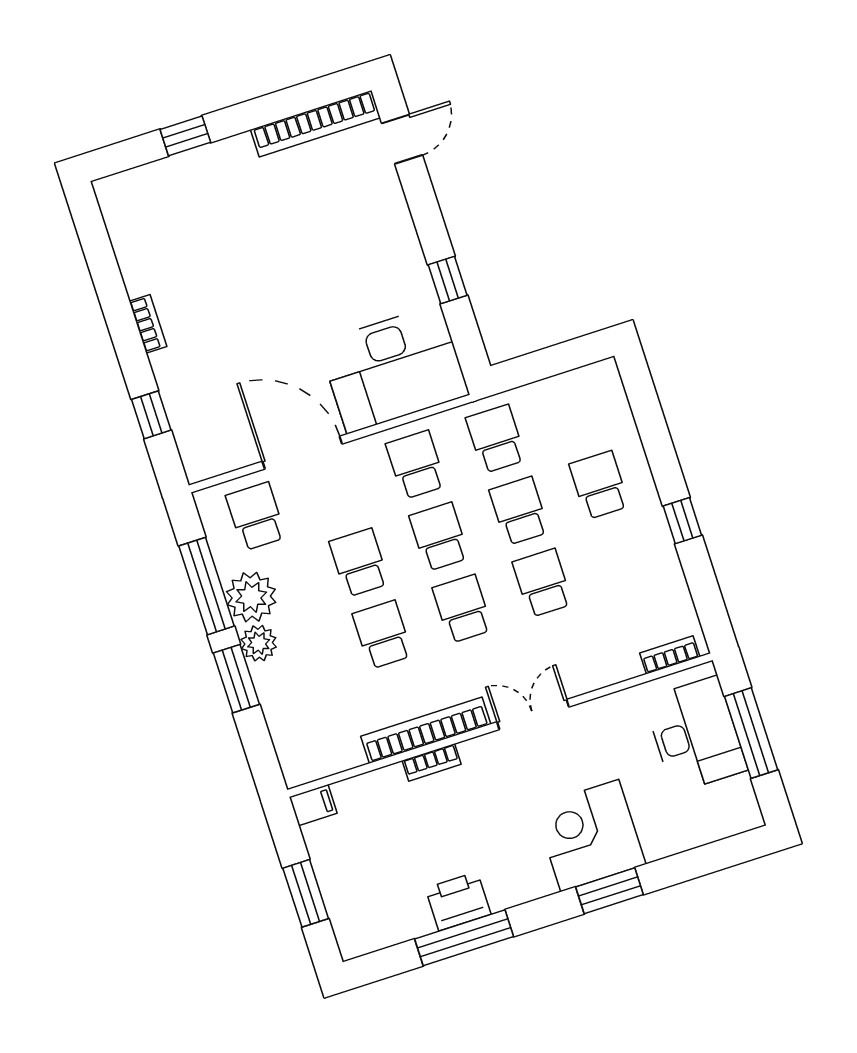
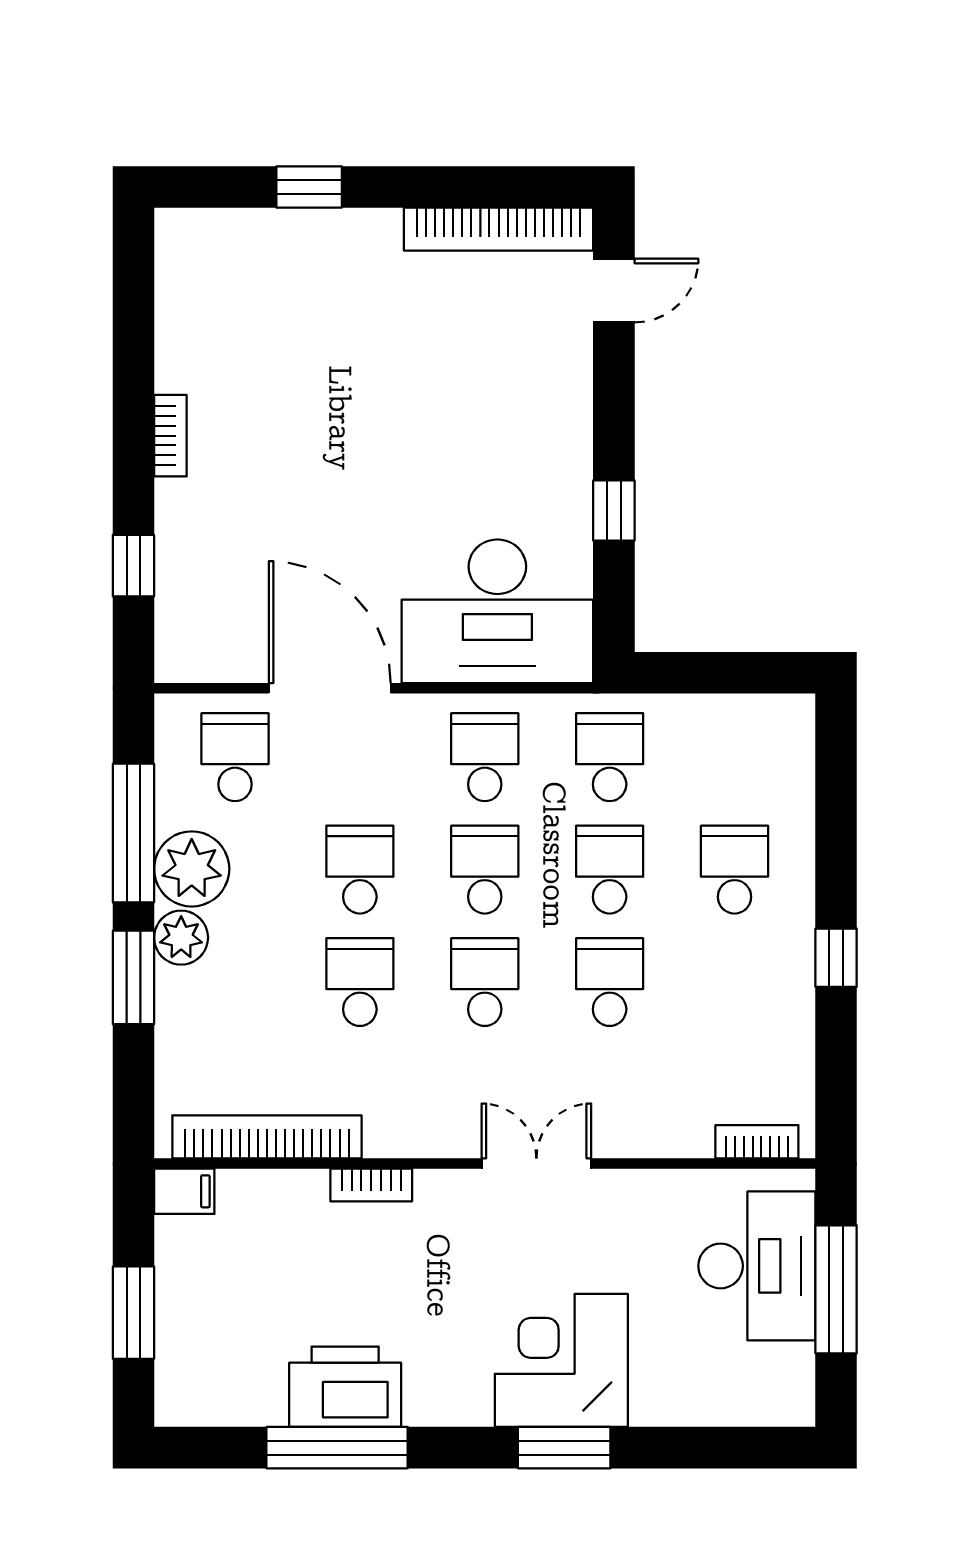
bookcase: (426, 730) -> (267, 1137), moved
printer: (458, 901) -> (345, 1387), width x1.37, depth x1.19

